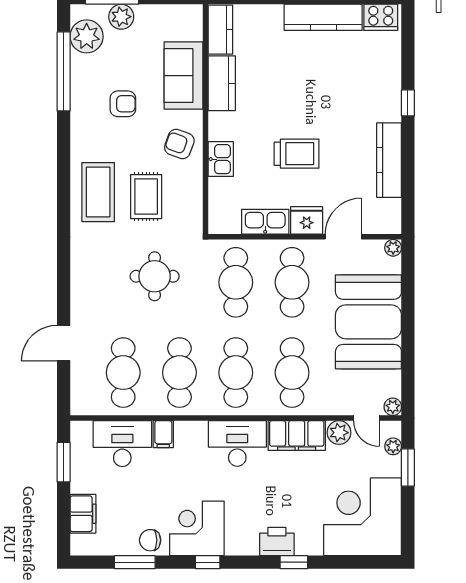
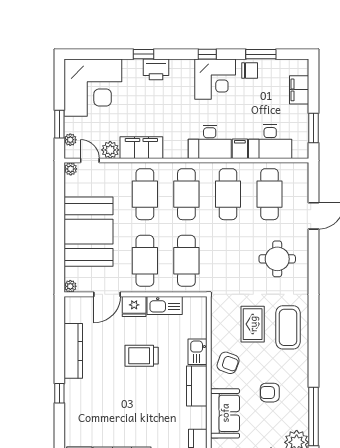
kitchen counter: (222, 83) -> (197, 386), moved
round table: (155, 276) -> (277, 259), moved
desk: (237, 443) -> (210, 142), moved

